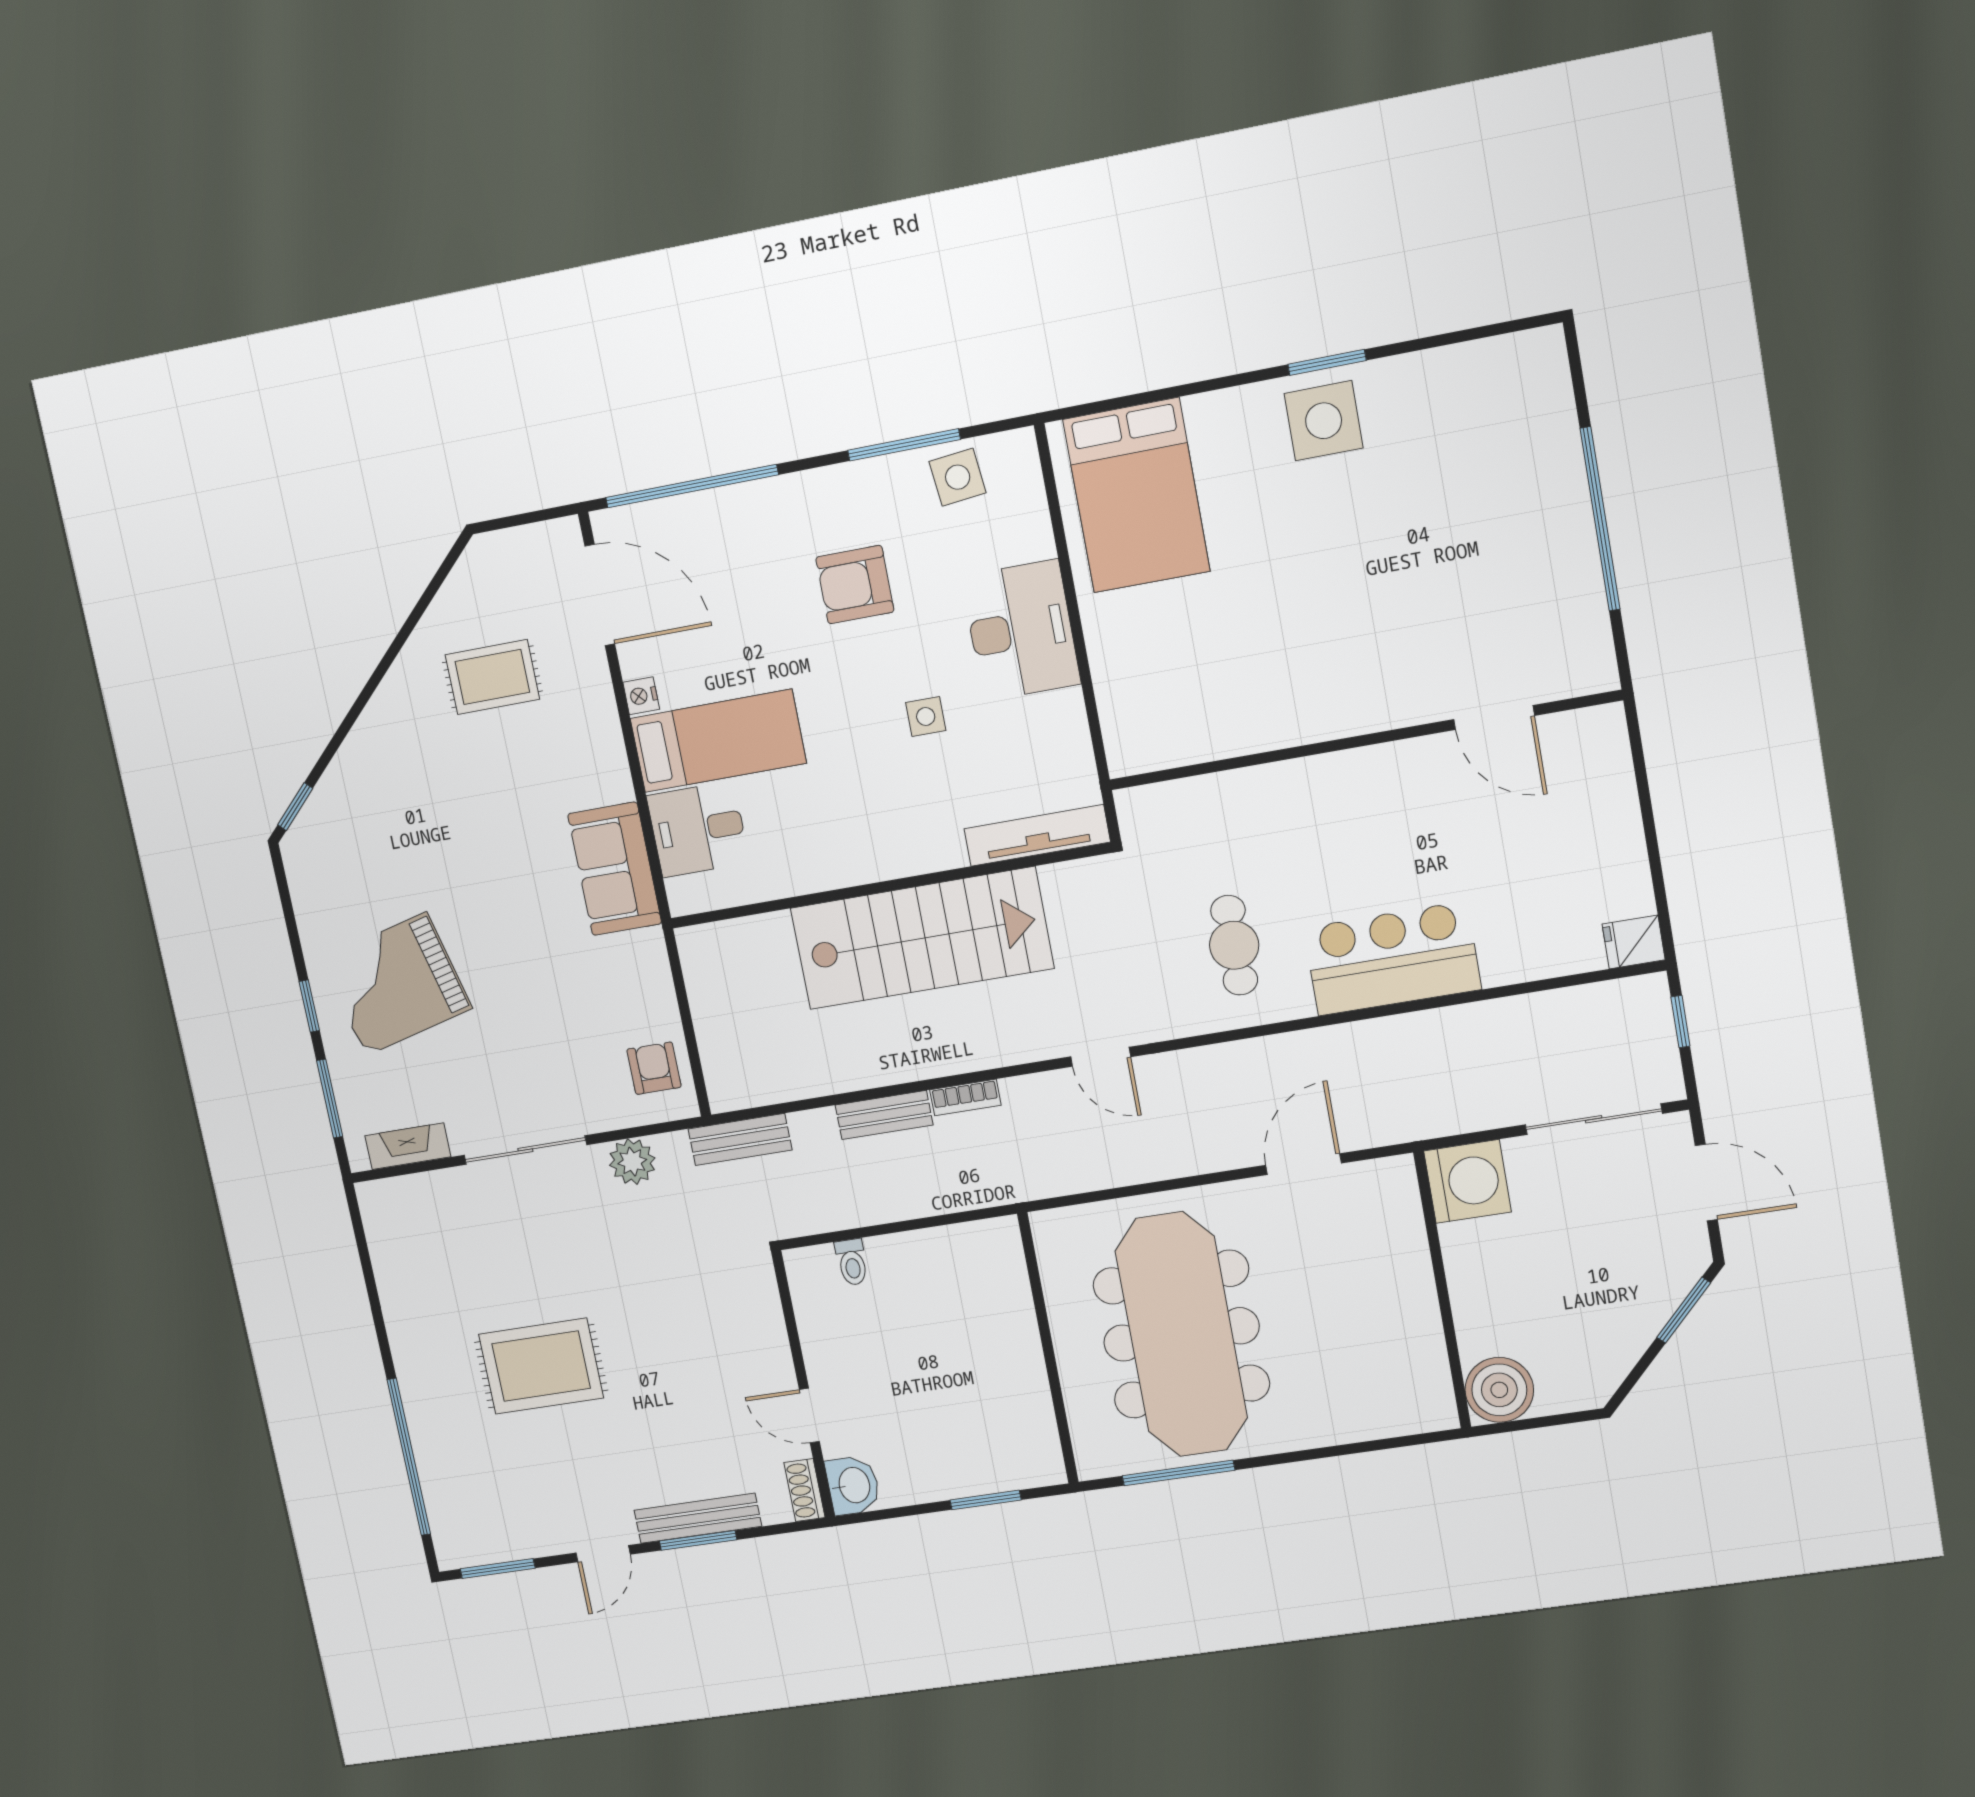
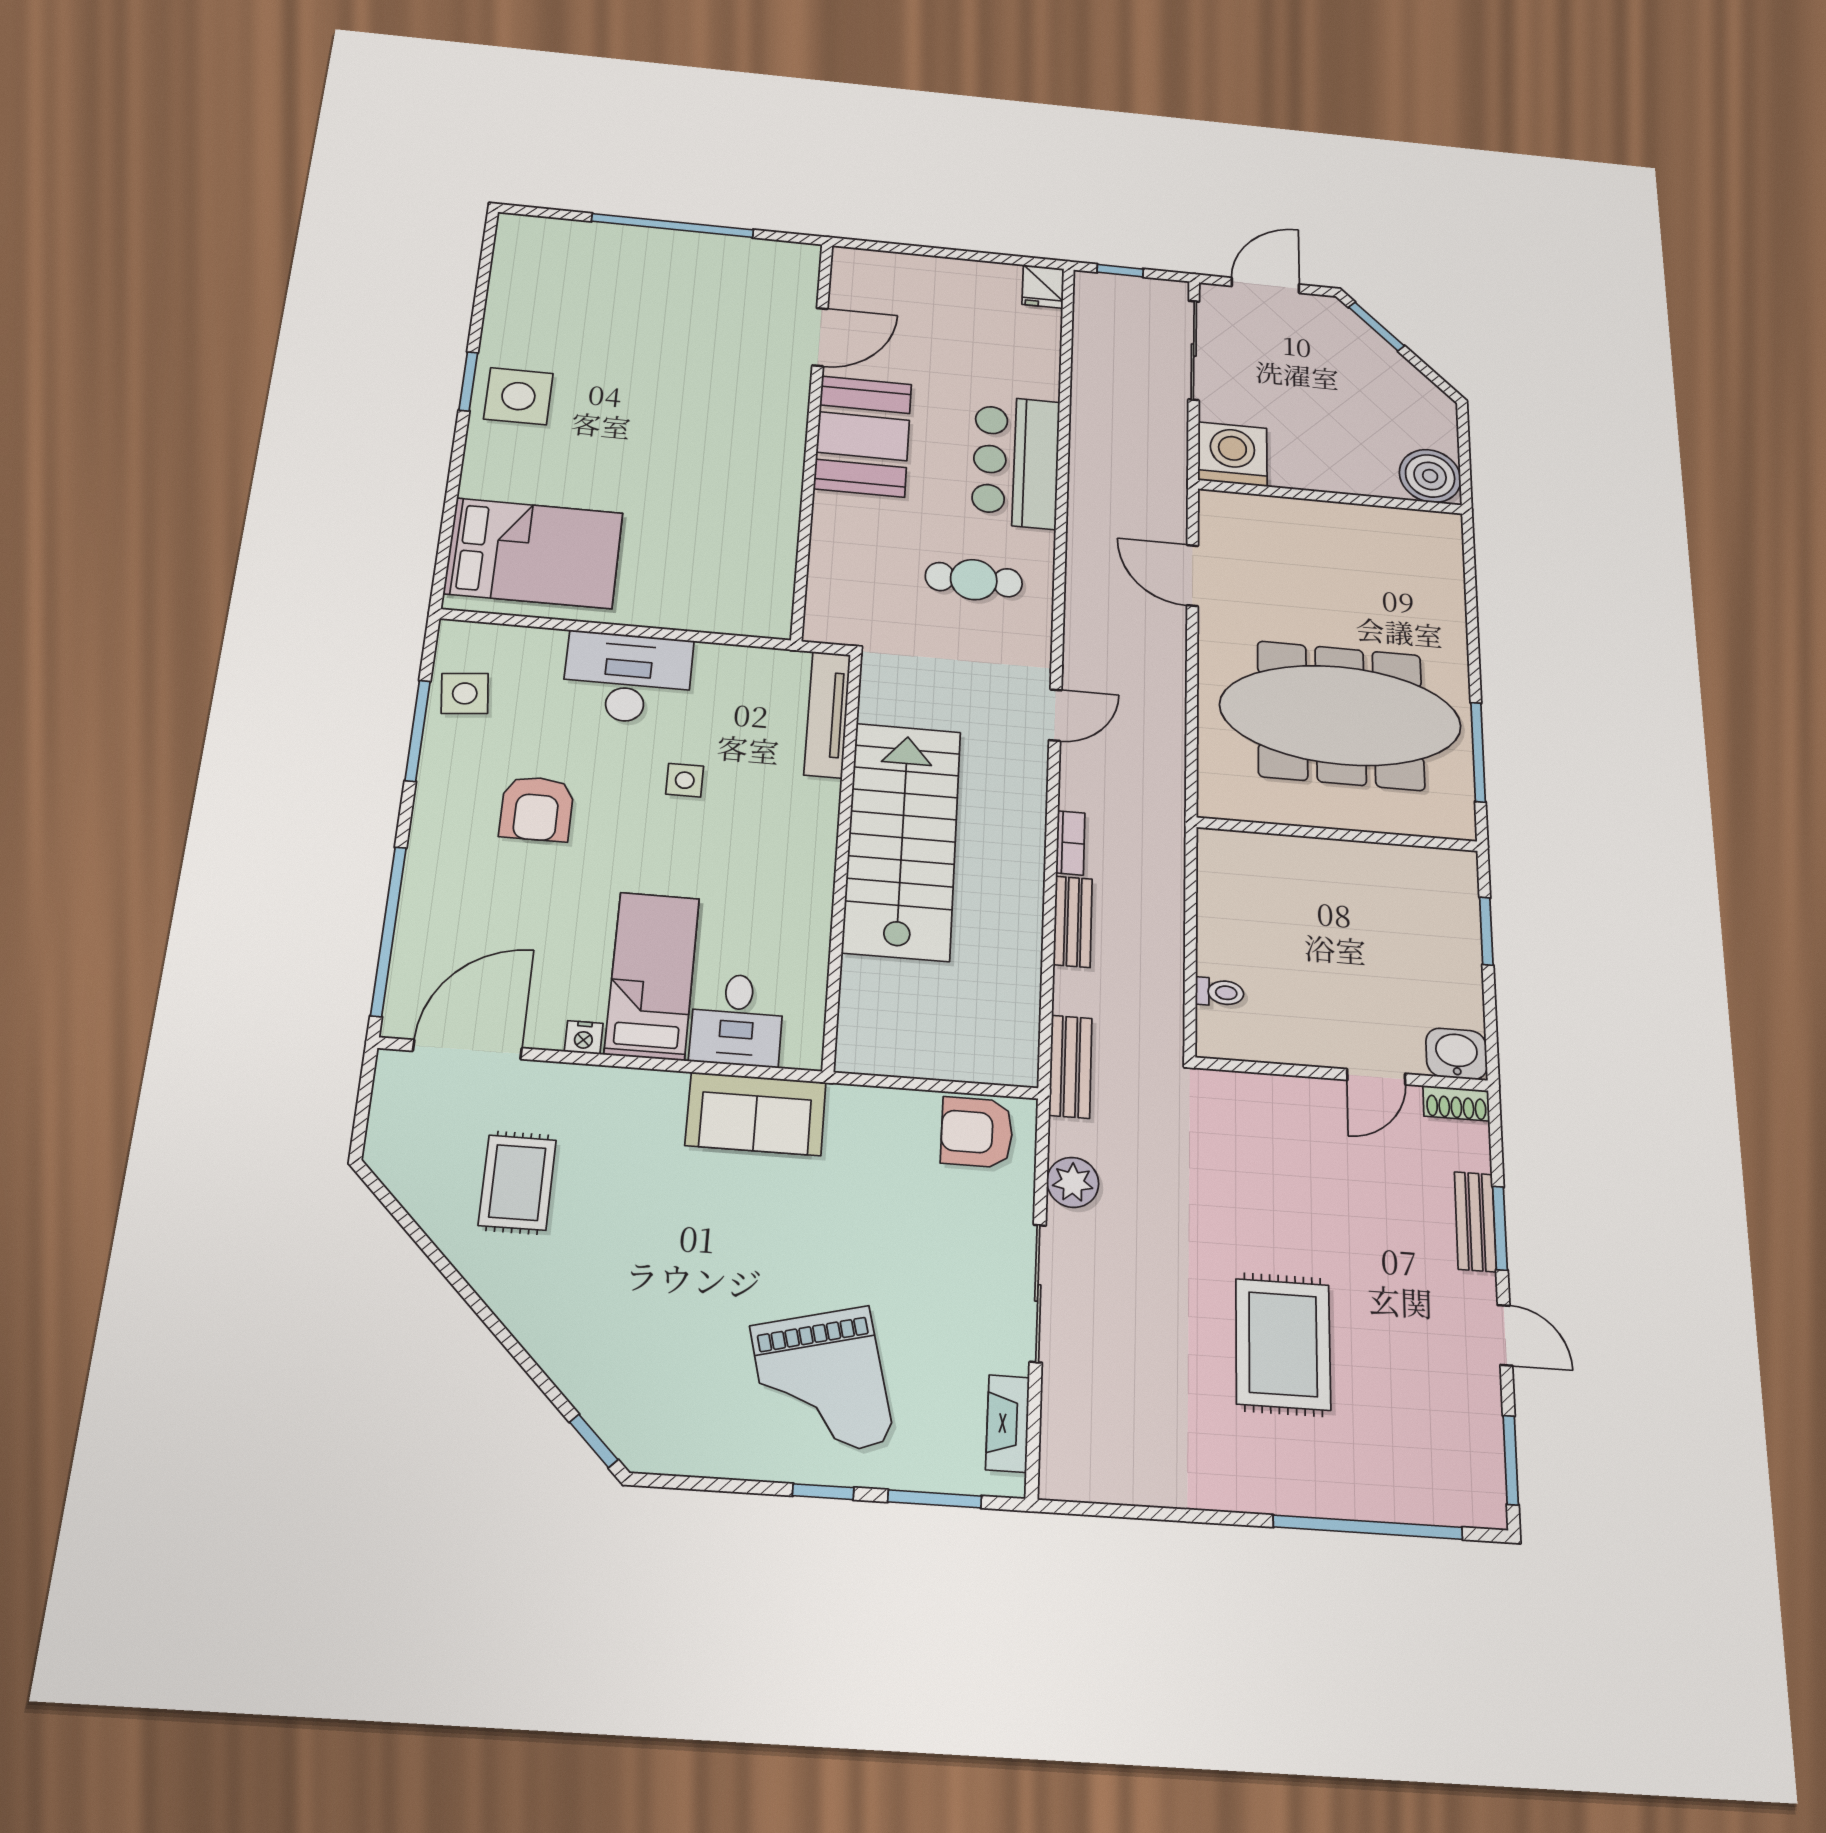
booth: (1378, 793) -> (863, 436), added
armchair: (654, 1068) -> (977, 1132), width x1.38, depth x1.38
bench: (698, 1518) -> (1475, 1222), width x0.73

